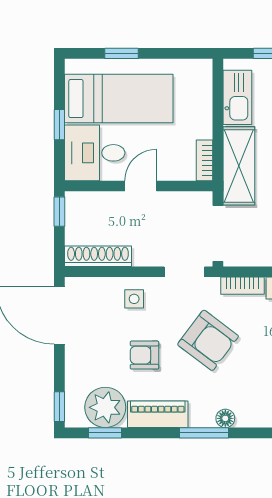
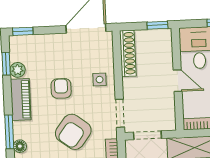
doorway: (218, 233) -> (147, 135), width x0.73
plant: (105, 407) -> (18, 70), width x0.53, depth x0.53

